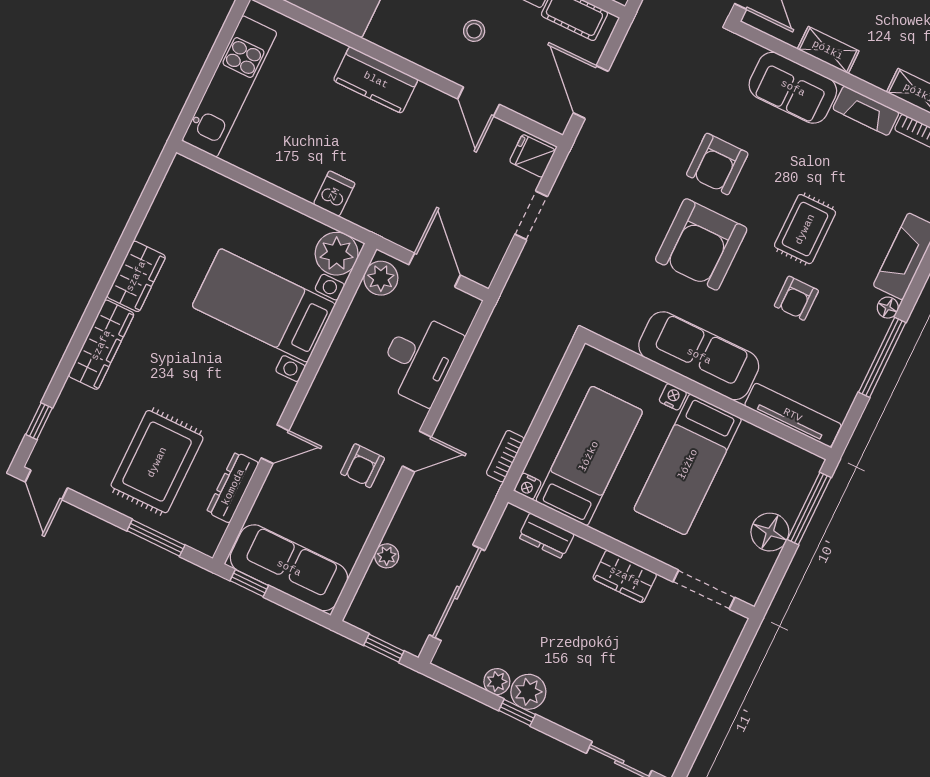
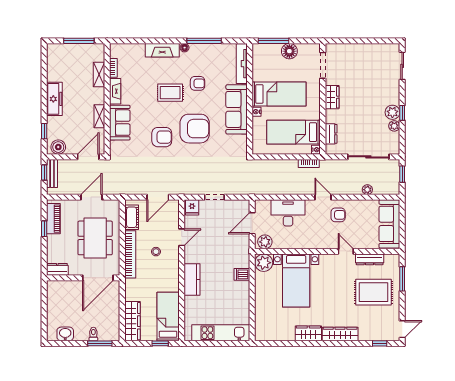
window: (249, 583) -> (402, 236), removed

